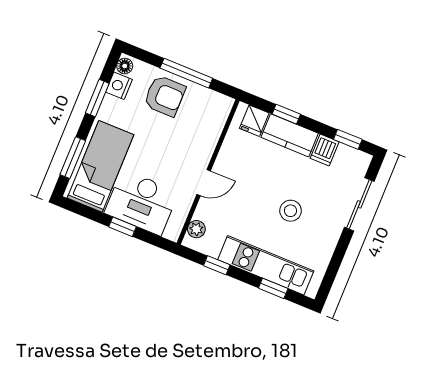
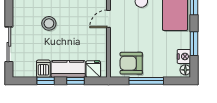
armchair: (165, 96) -> (131, 63), moved
window: (348, 139) -> (46, 81), moved

